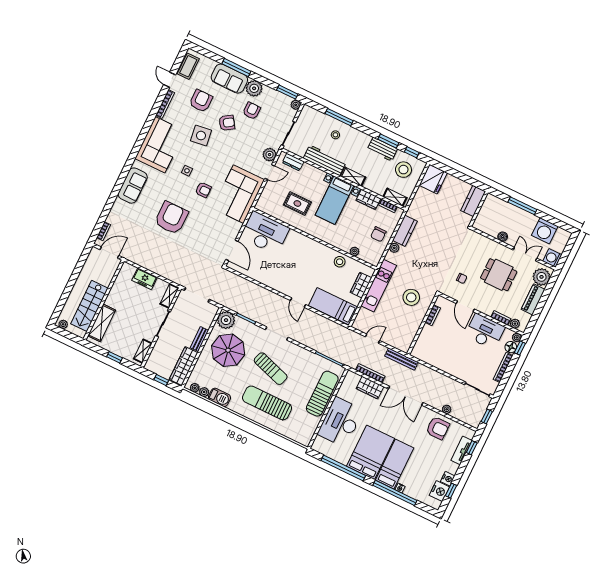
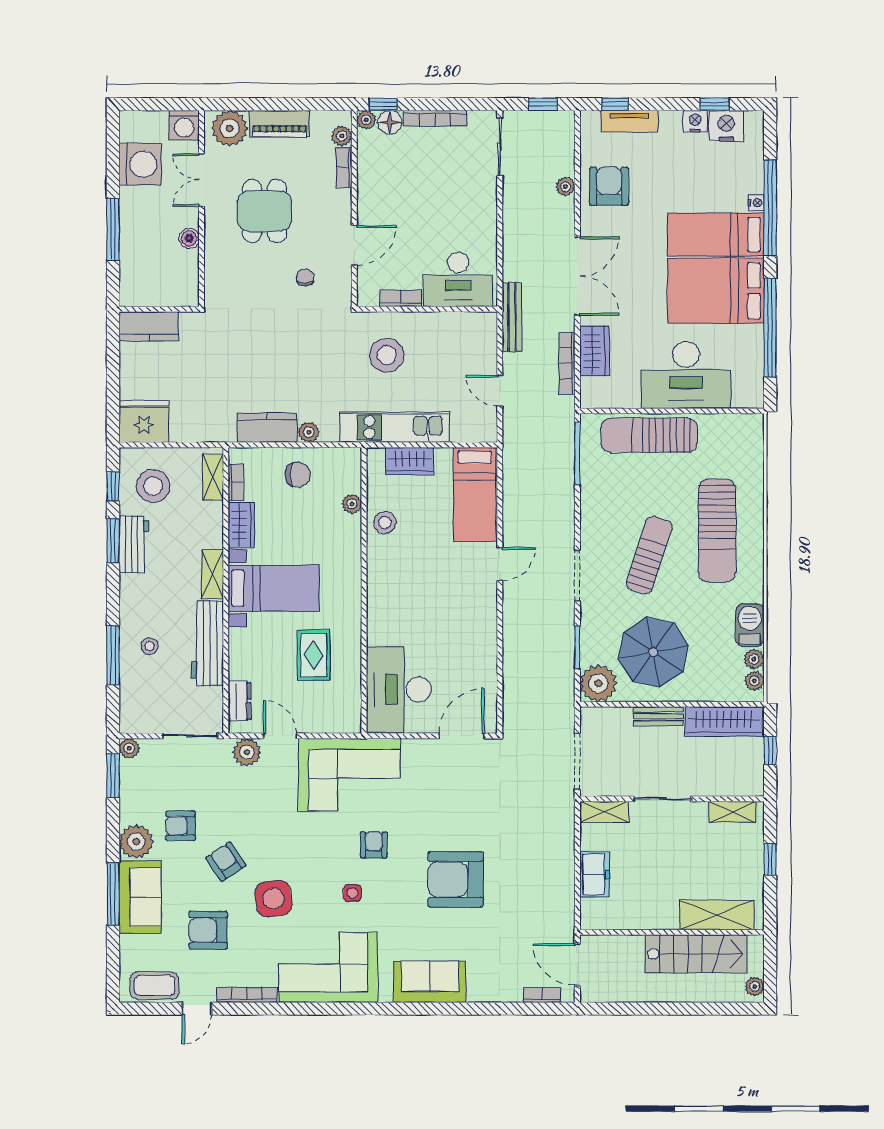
desk: (485, 332) -> (458, 279), moved, turned -90

